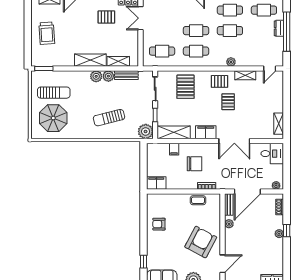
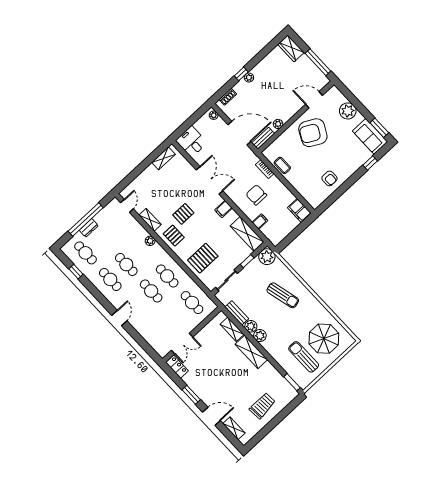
pallet: (106, 17) -> (206, 371), removed
door: (270, 68) -> (127, 206), hinge flipped
filing cabinet: (206, 132) -> (223, 209), width x0.50

